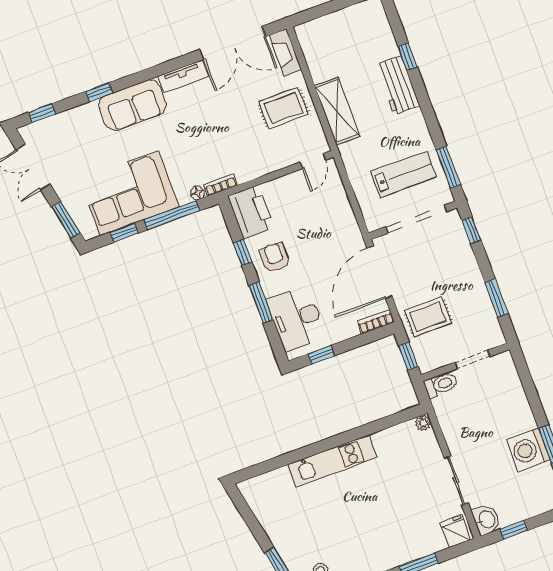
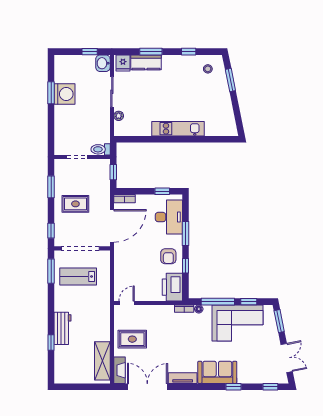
shelving: (337, 111) -> (102, 361), moved
rug: (428, 317) -> (75, 204), moved
plant: (423, 423) -> (119, 116), moved
kitchen counter: (420, 545) -> (146, 62), added

